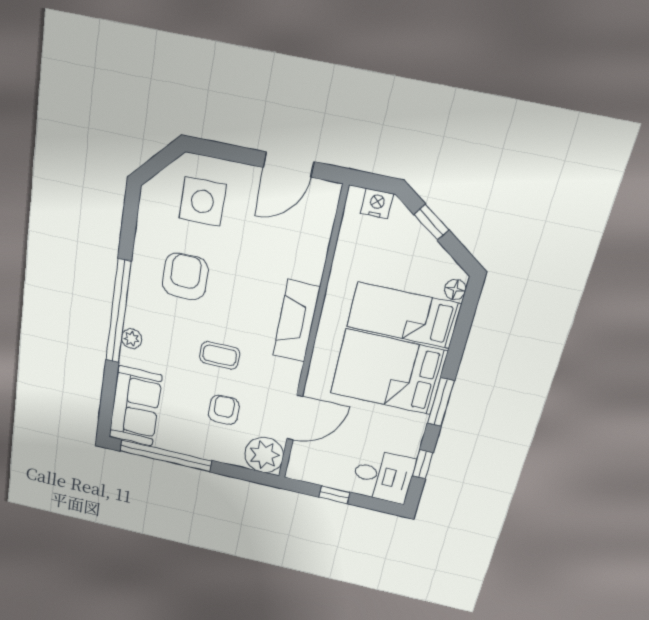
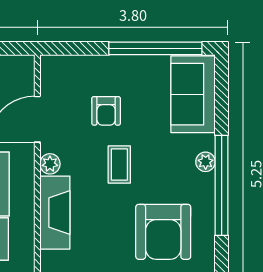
armchair: (185, 277) -> (163, 232), width x1.36, depth x1.36
coffee table: (220, 355) -> (119, 165), turned 90
plant: (264, 455) -> (50, 164), moved, width x0.53, depth x0.53

